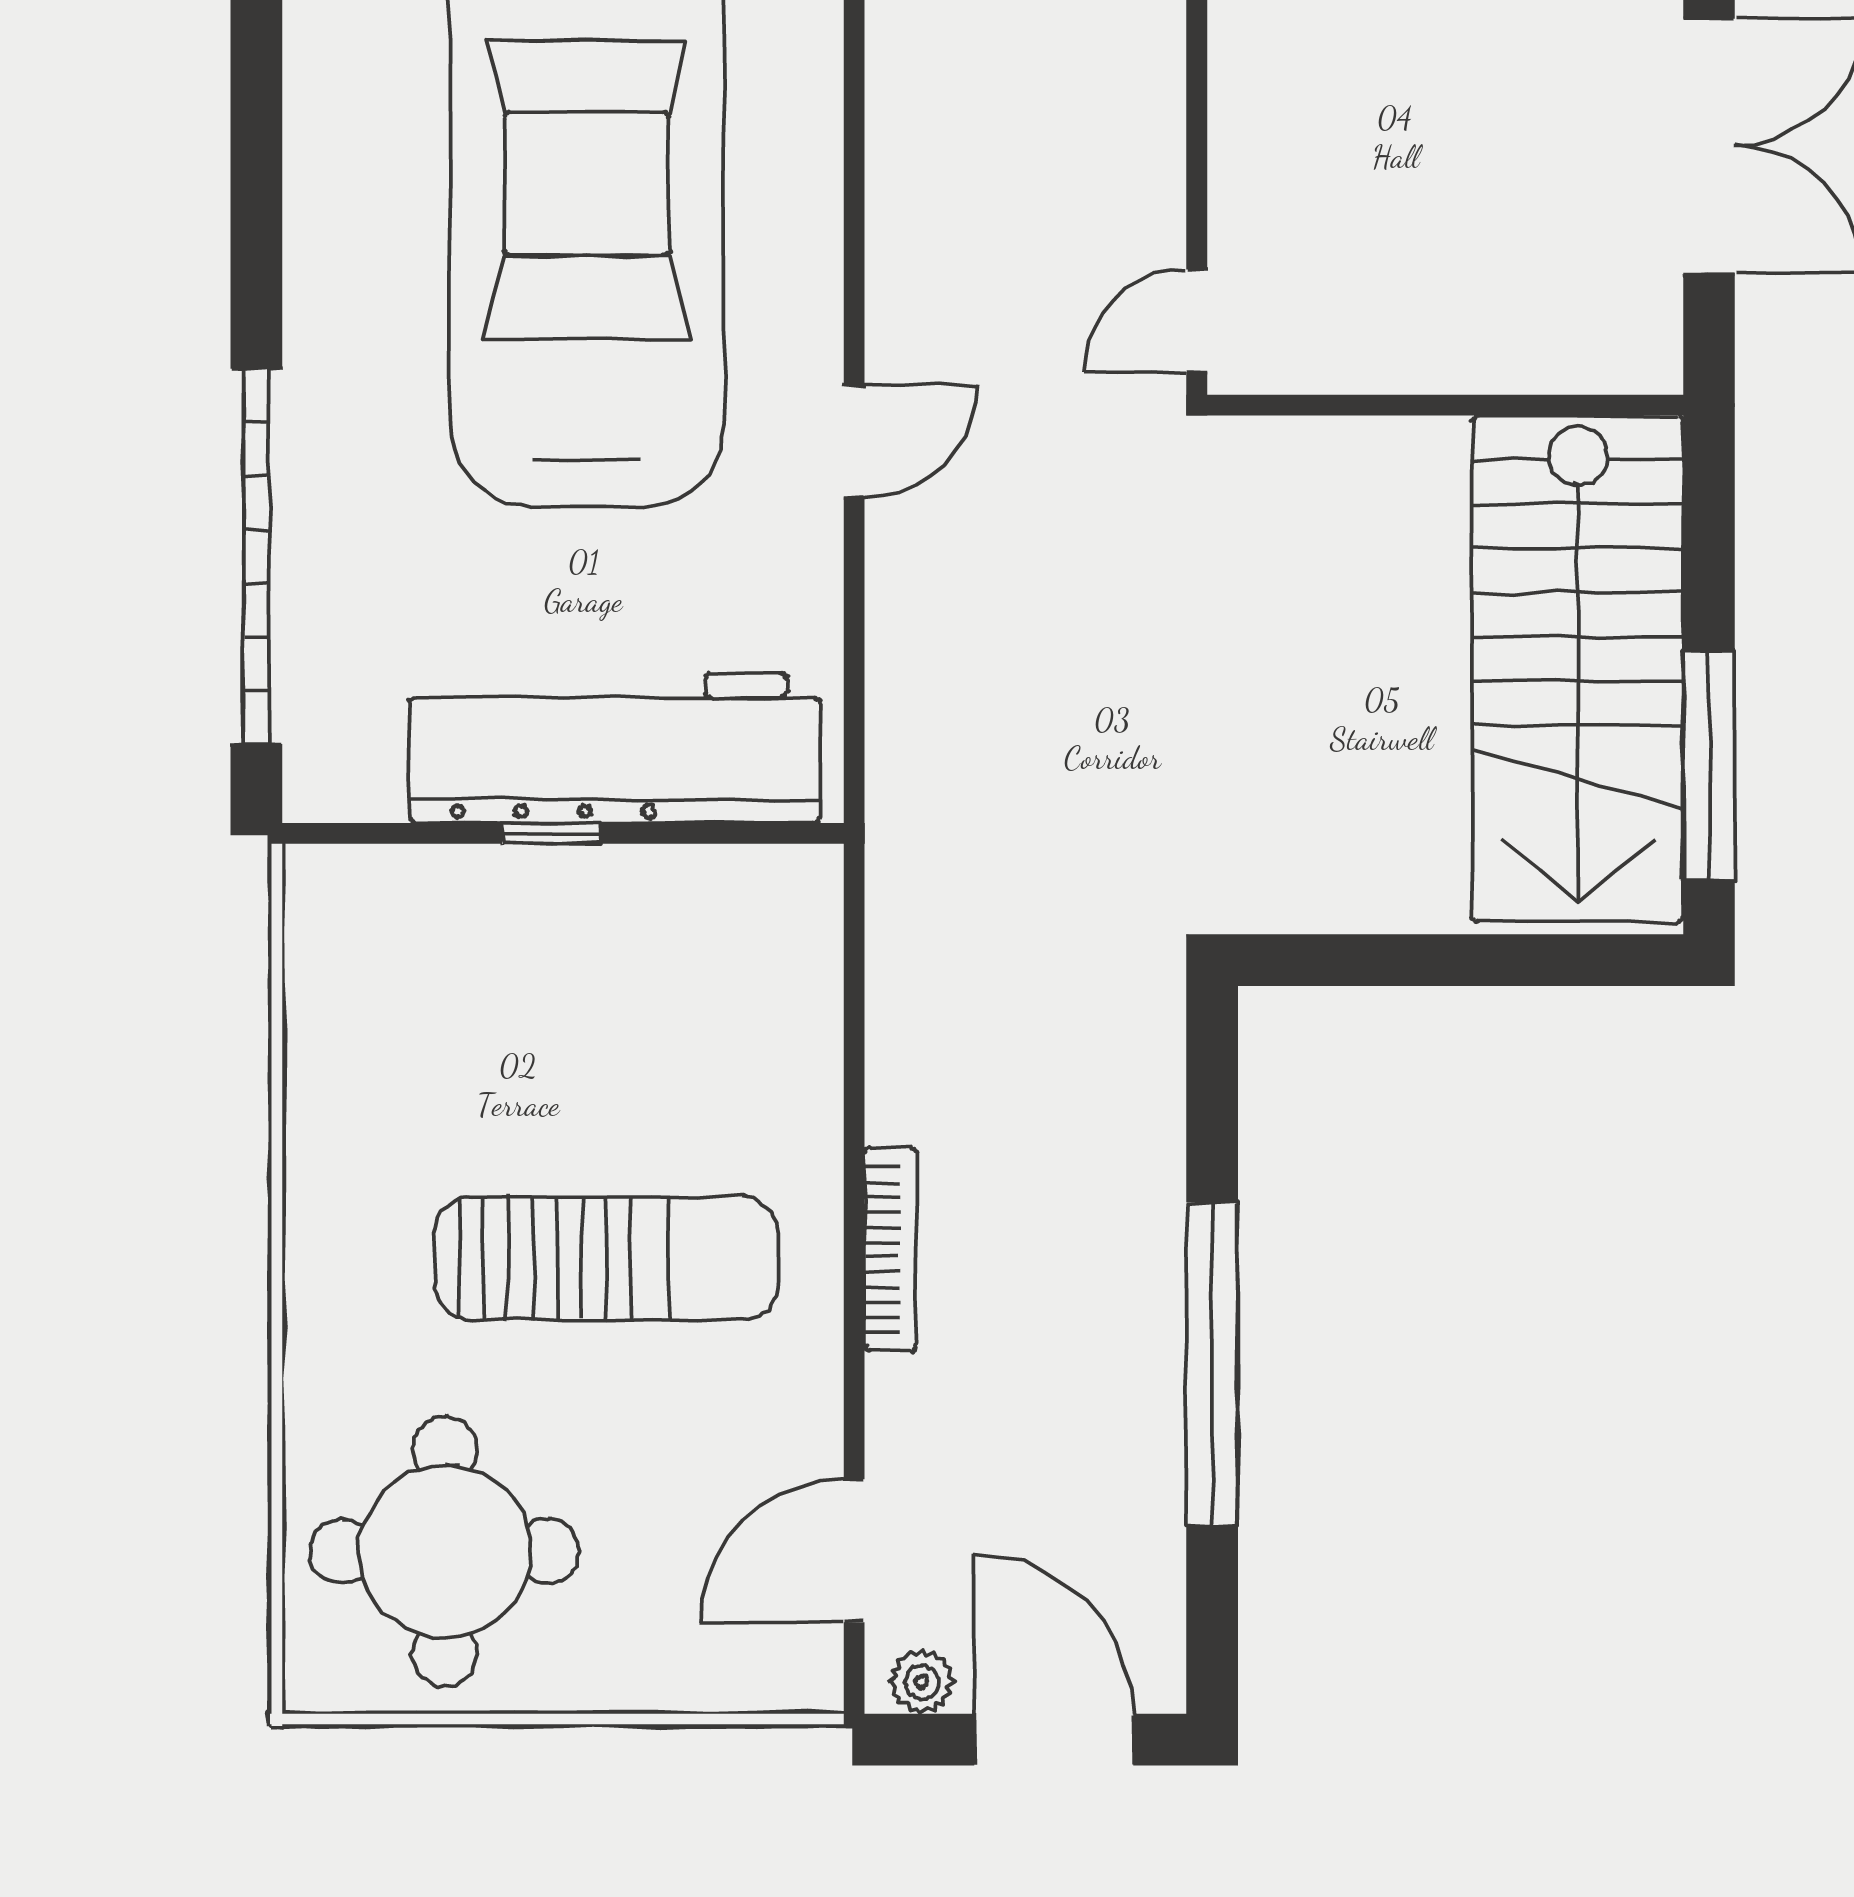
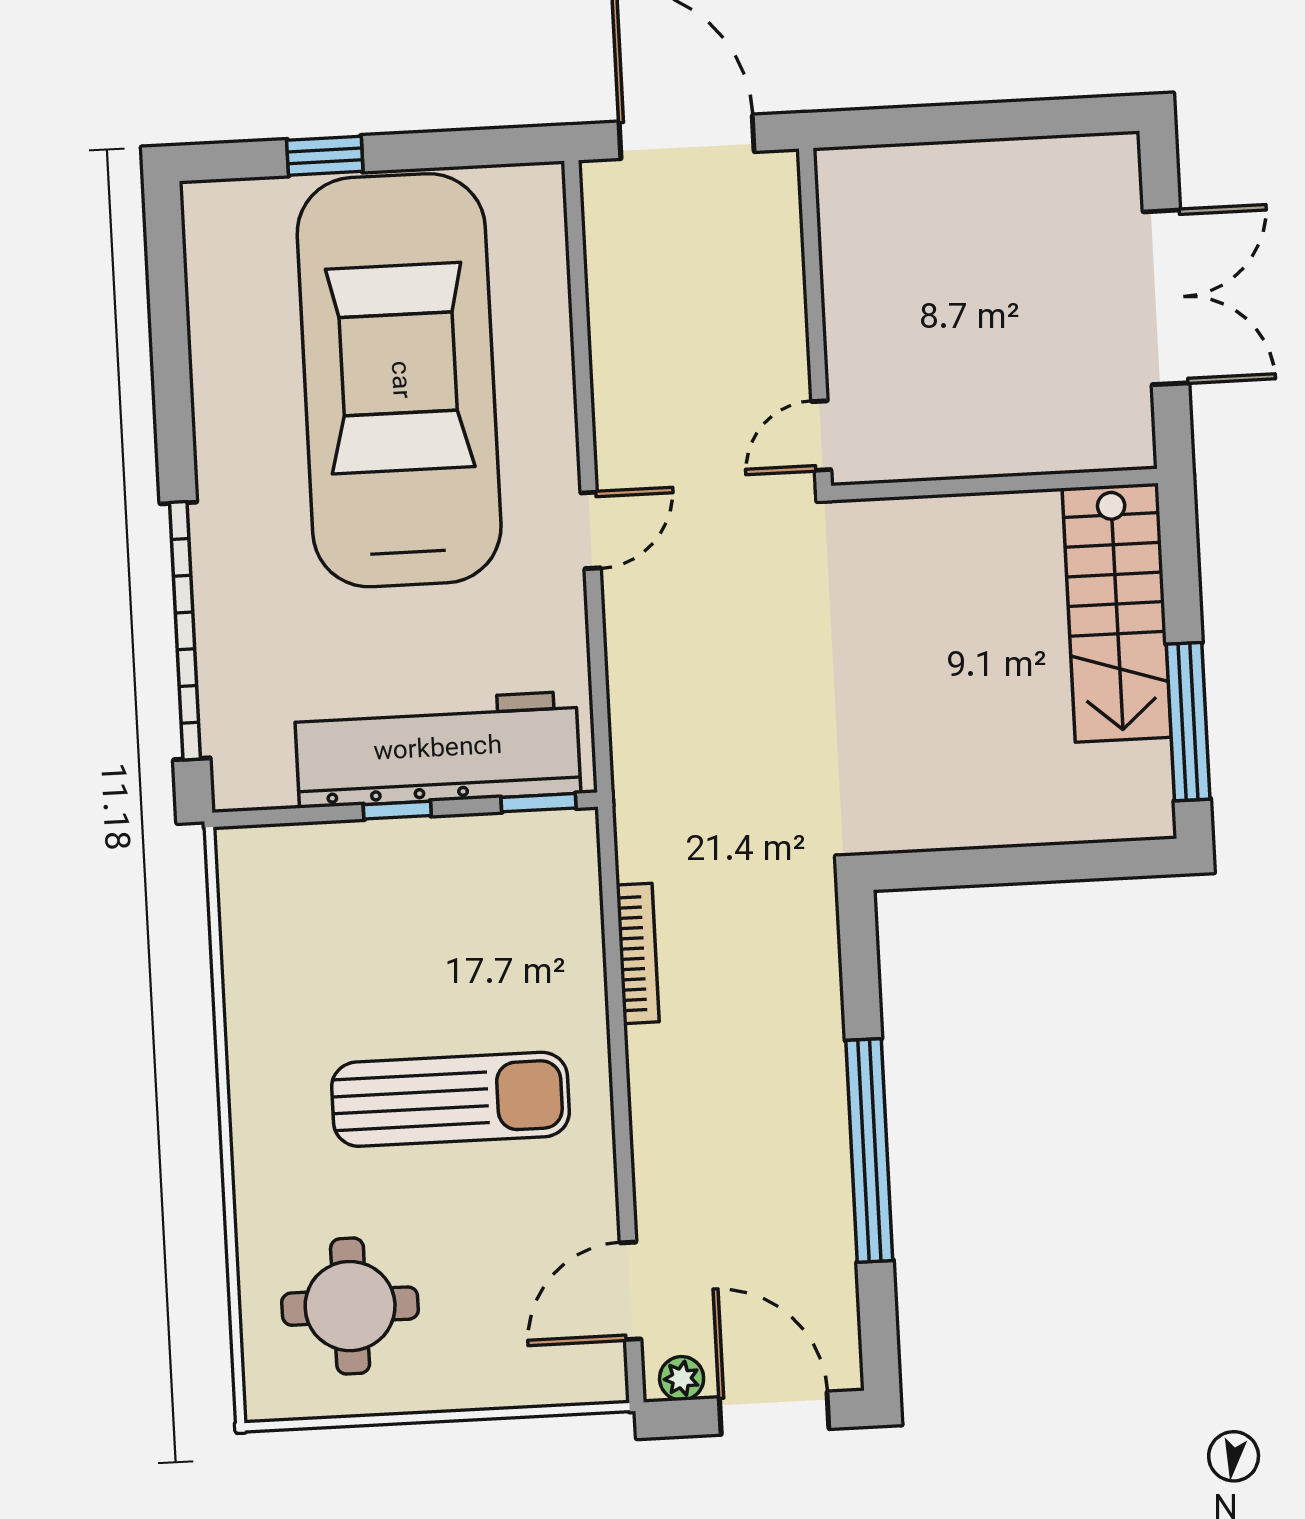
stairs: (1578, 668) -> (1117, 613), width x0.73, depth x0.66
window: (757, 833) -> (538, 803), added
bookcase: (890, 1249) -> (638, 953), moved
round table: (445, 1551) -> (350, 1306), width x0.73, depth x0.73

